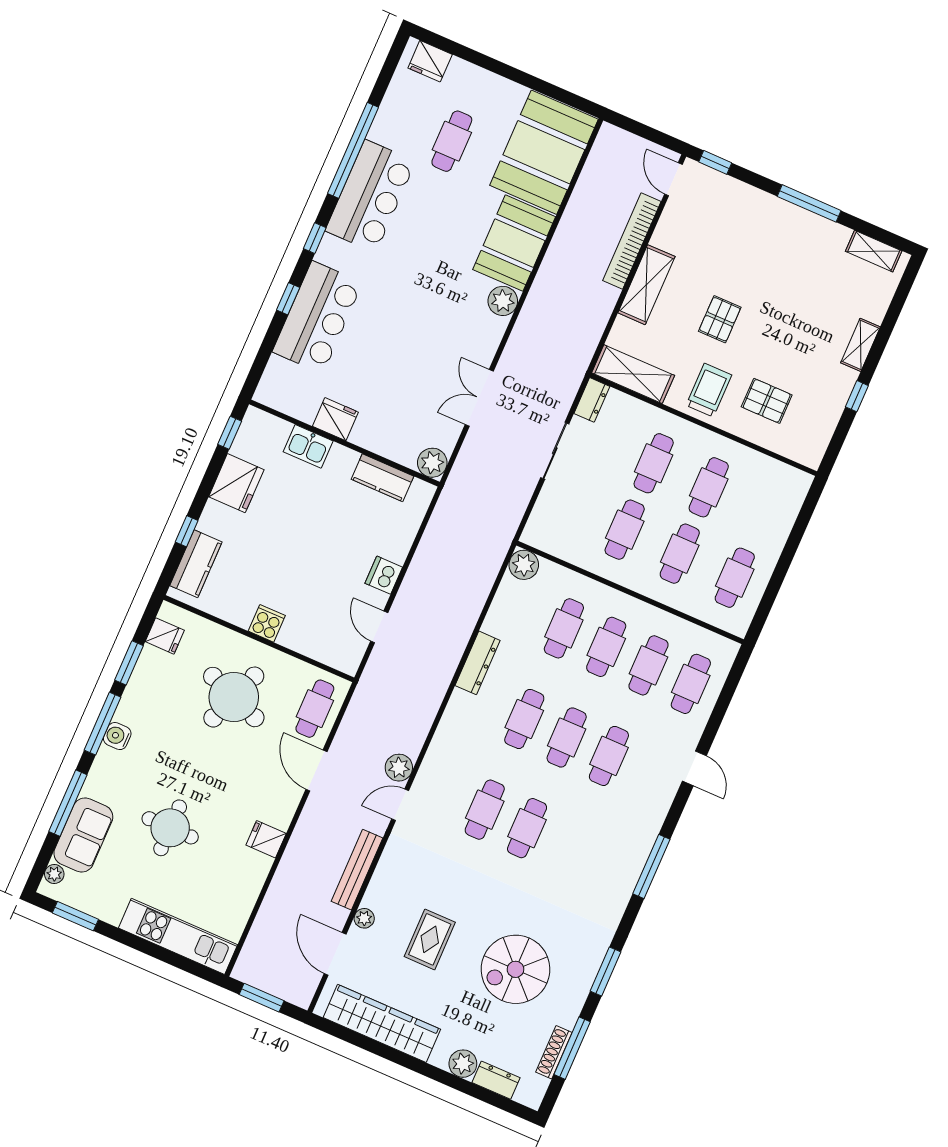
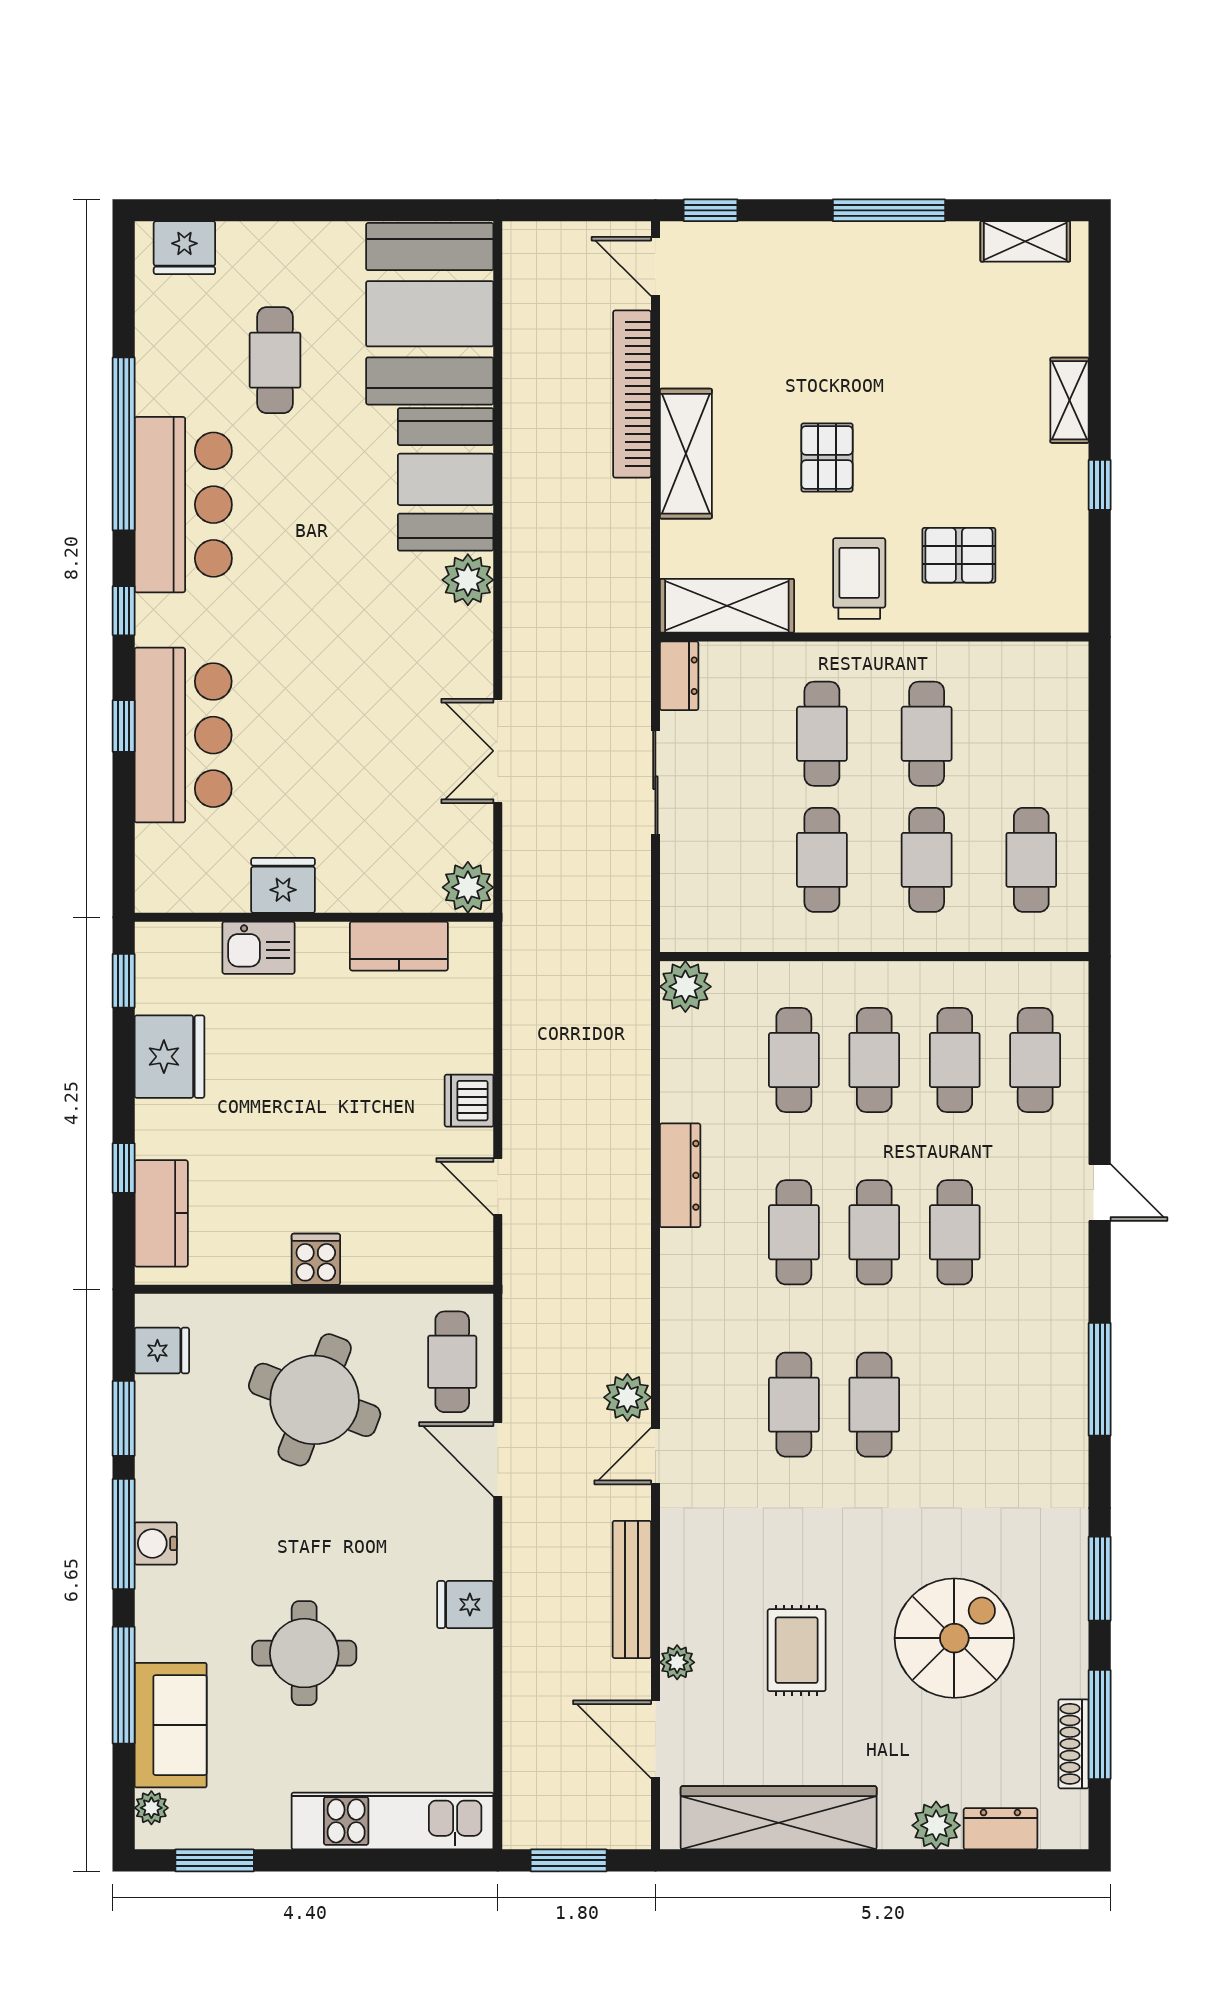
spiral stairs: (515, 969) -> (954, 1638), turned 180

